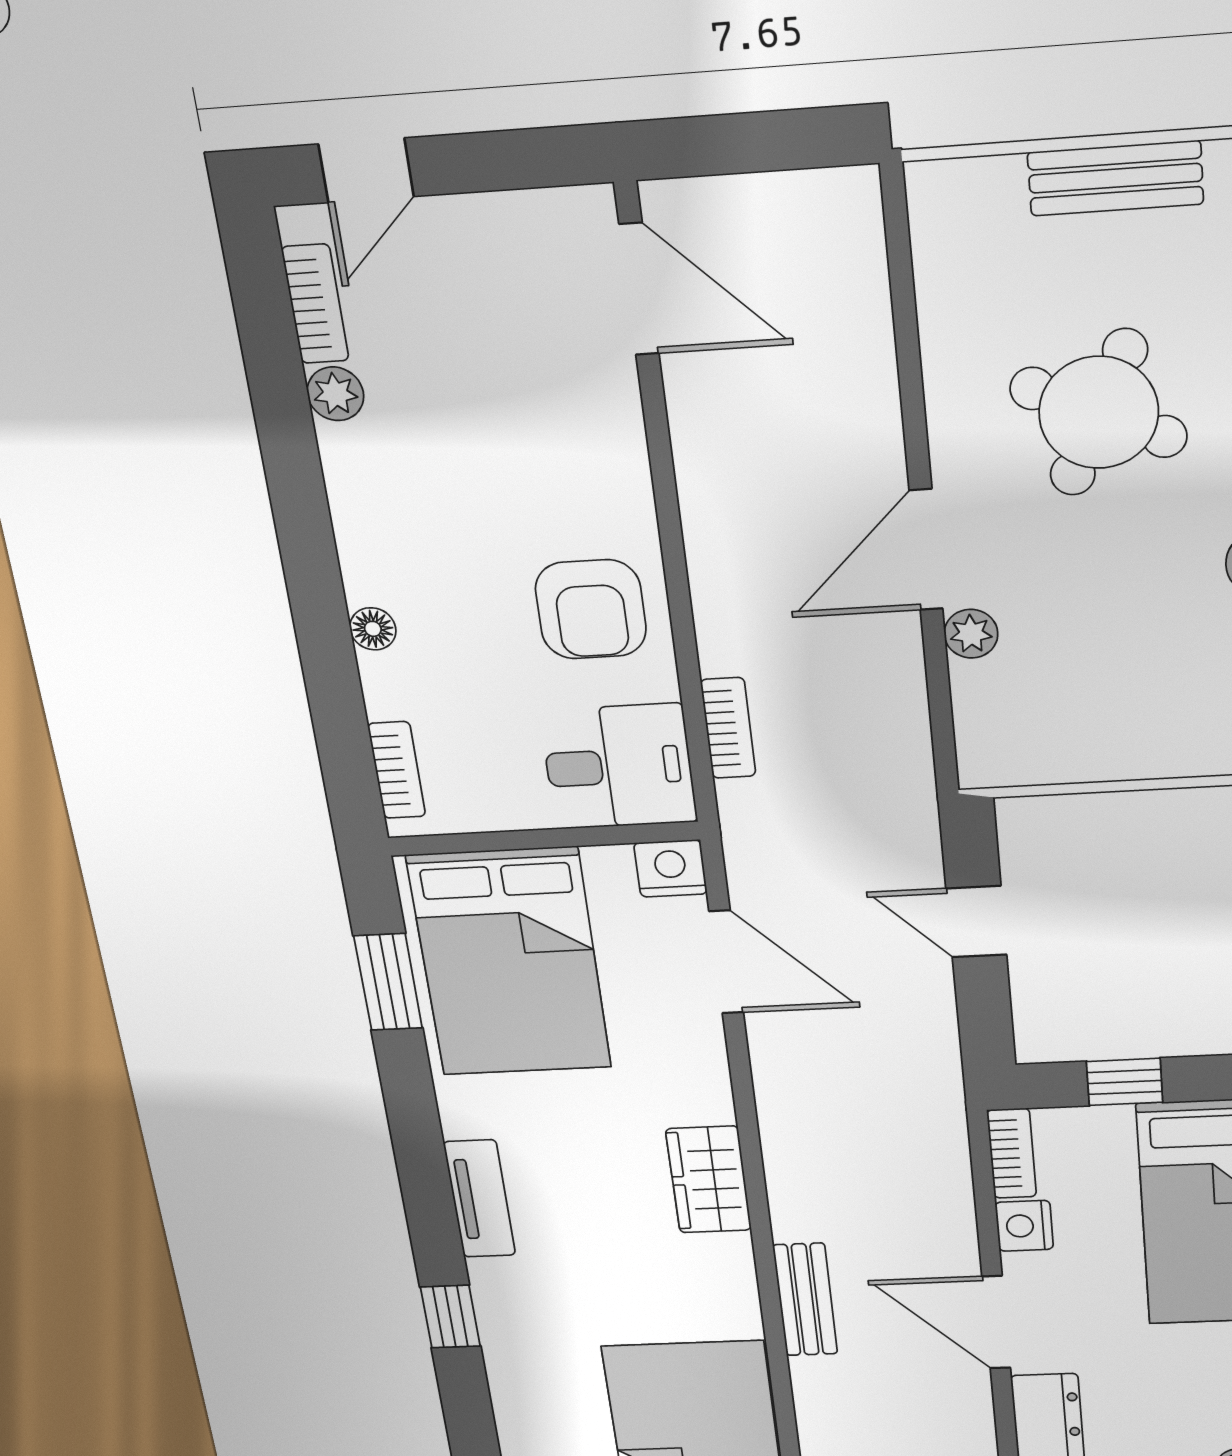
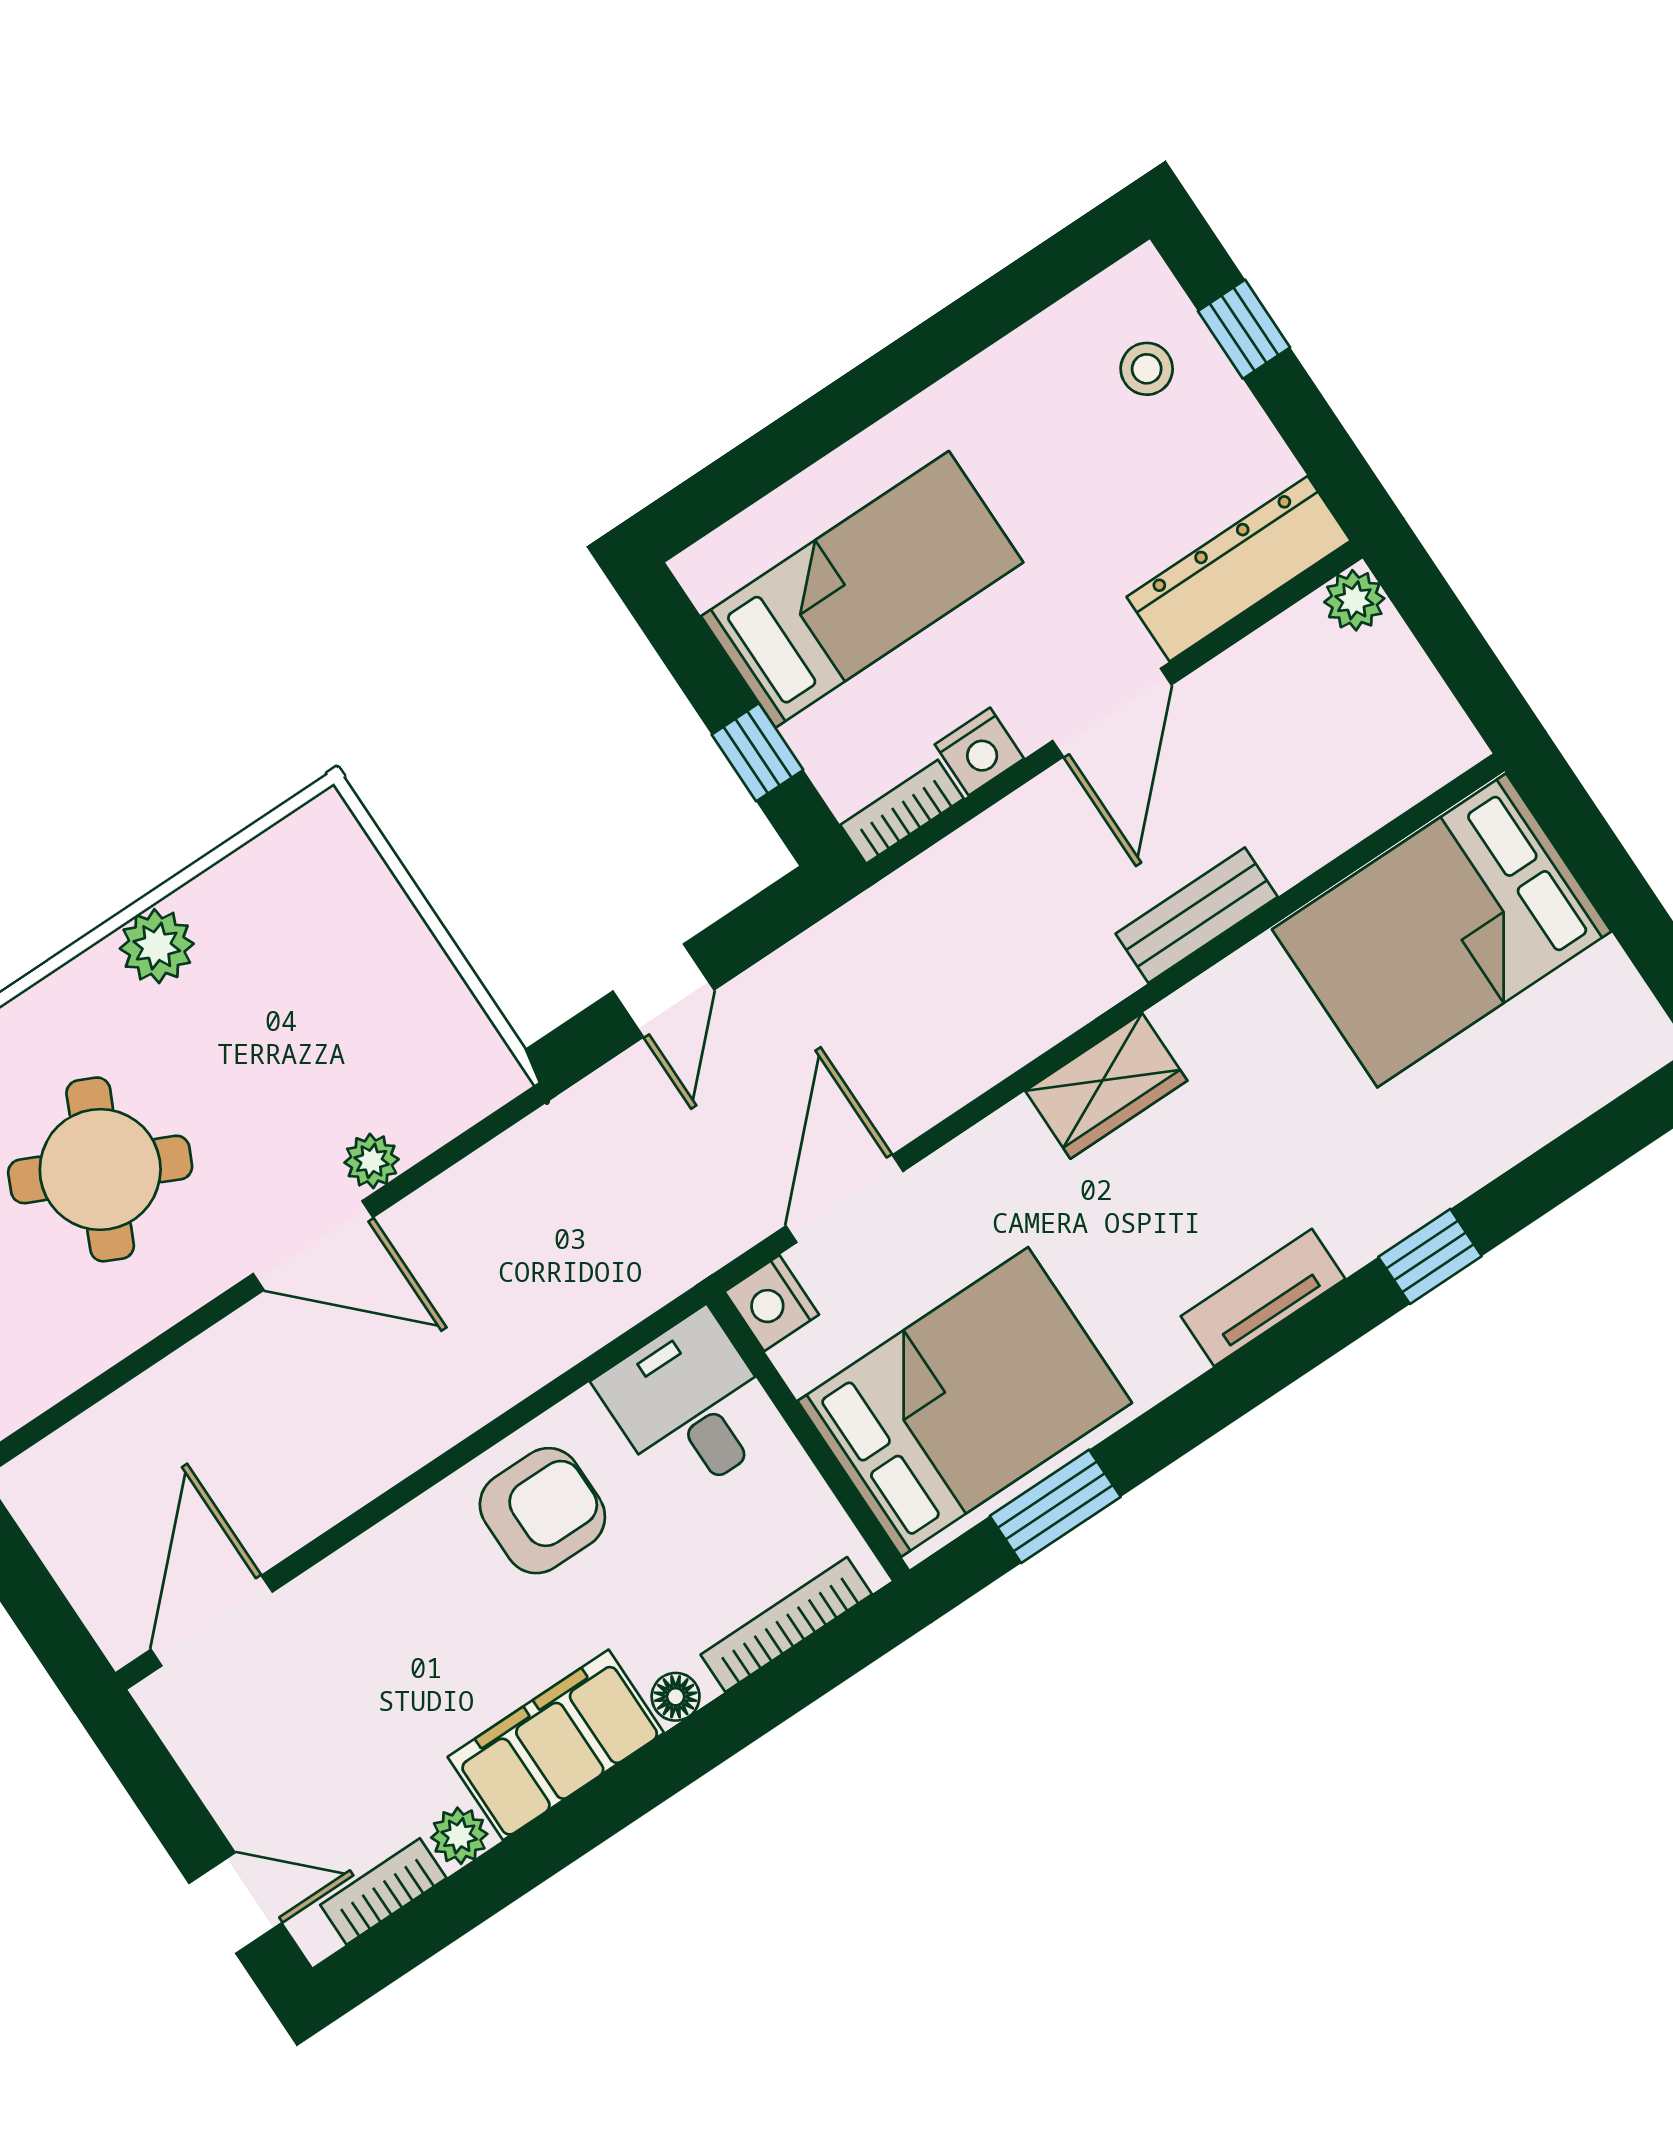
filing cabinet: (378, 514) -> (556, 1745), added
bookcase: (728, 728) -> (592, 1327), removed
bookcase: (397, 770) -> (786, 1625), width x1.56

